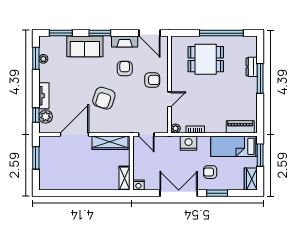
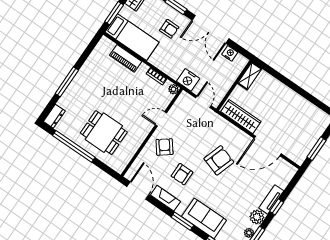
dresser: (252, 67) -> (54, 116), moved
armchair: (152, 80) -> (164, 147), turned 52
window: (36, 115) -> (277, 207), moved
plant: (46, 117) -> (257, 217), moved
piano: (240, 127) -> (126, 58), moved
nightstand: (189, 143) -> (188, 80), moved
nightstand: (138, 185) -> (230, 53), moved

